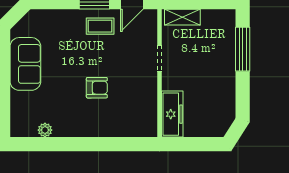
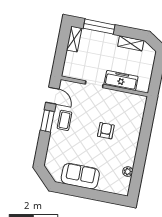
shelving: (182, 17) -> (74, 39), moved
shelving: (228, 99) -> (131, 43), added
freezer: (172, 114) -> (121, 81), moved

